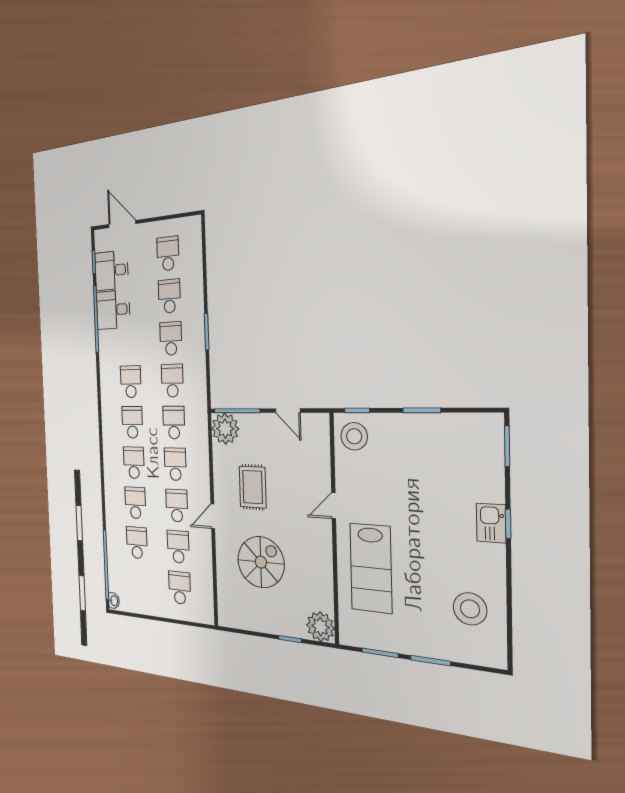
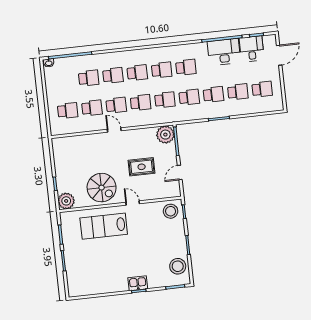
desk: (113, 310) -> (224, 52), width x1.37
rug: (253, 487) -> (142, 167), moved
spiral stairs: (261, 562) -> (102, 188), moved
stool: (470, 609) -> (178, 266), moved

